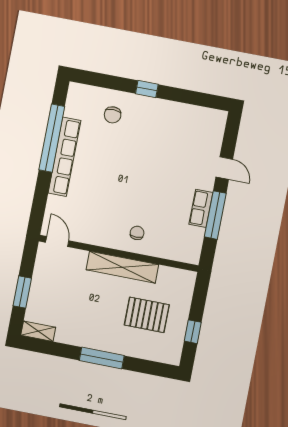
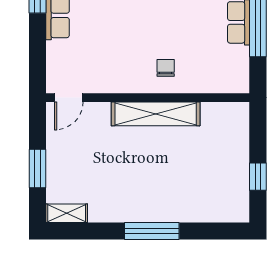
door: (57, 241) -> (69, 98), swing flipped
pallet: (147, 315) -> (197, 167), removed

